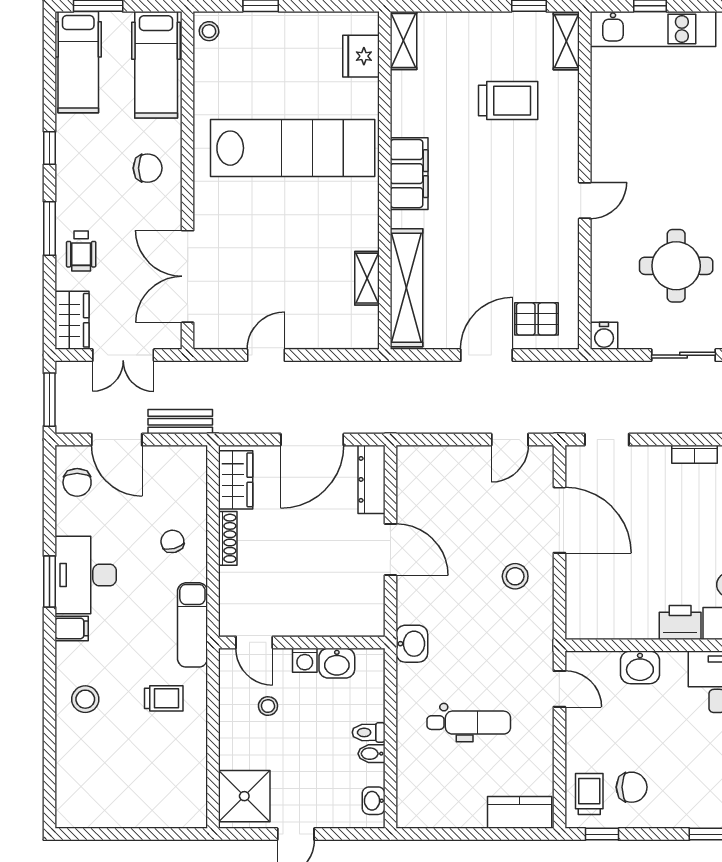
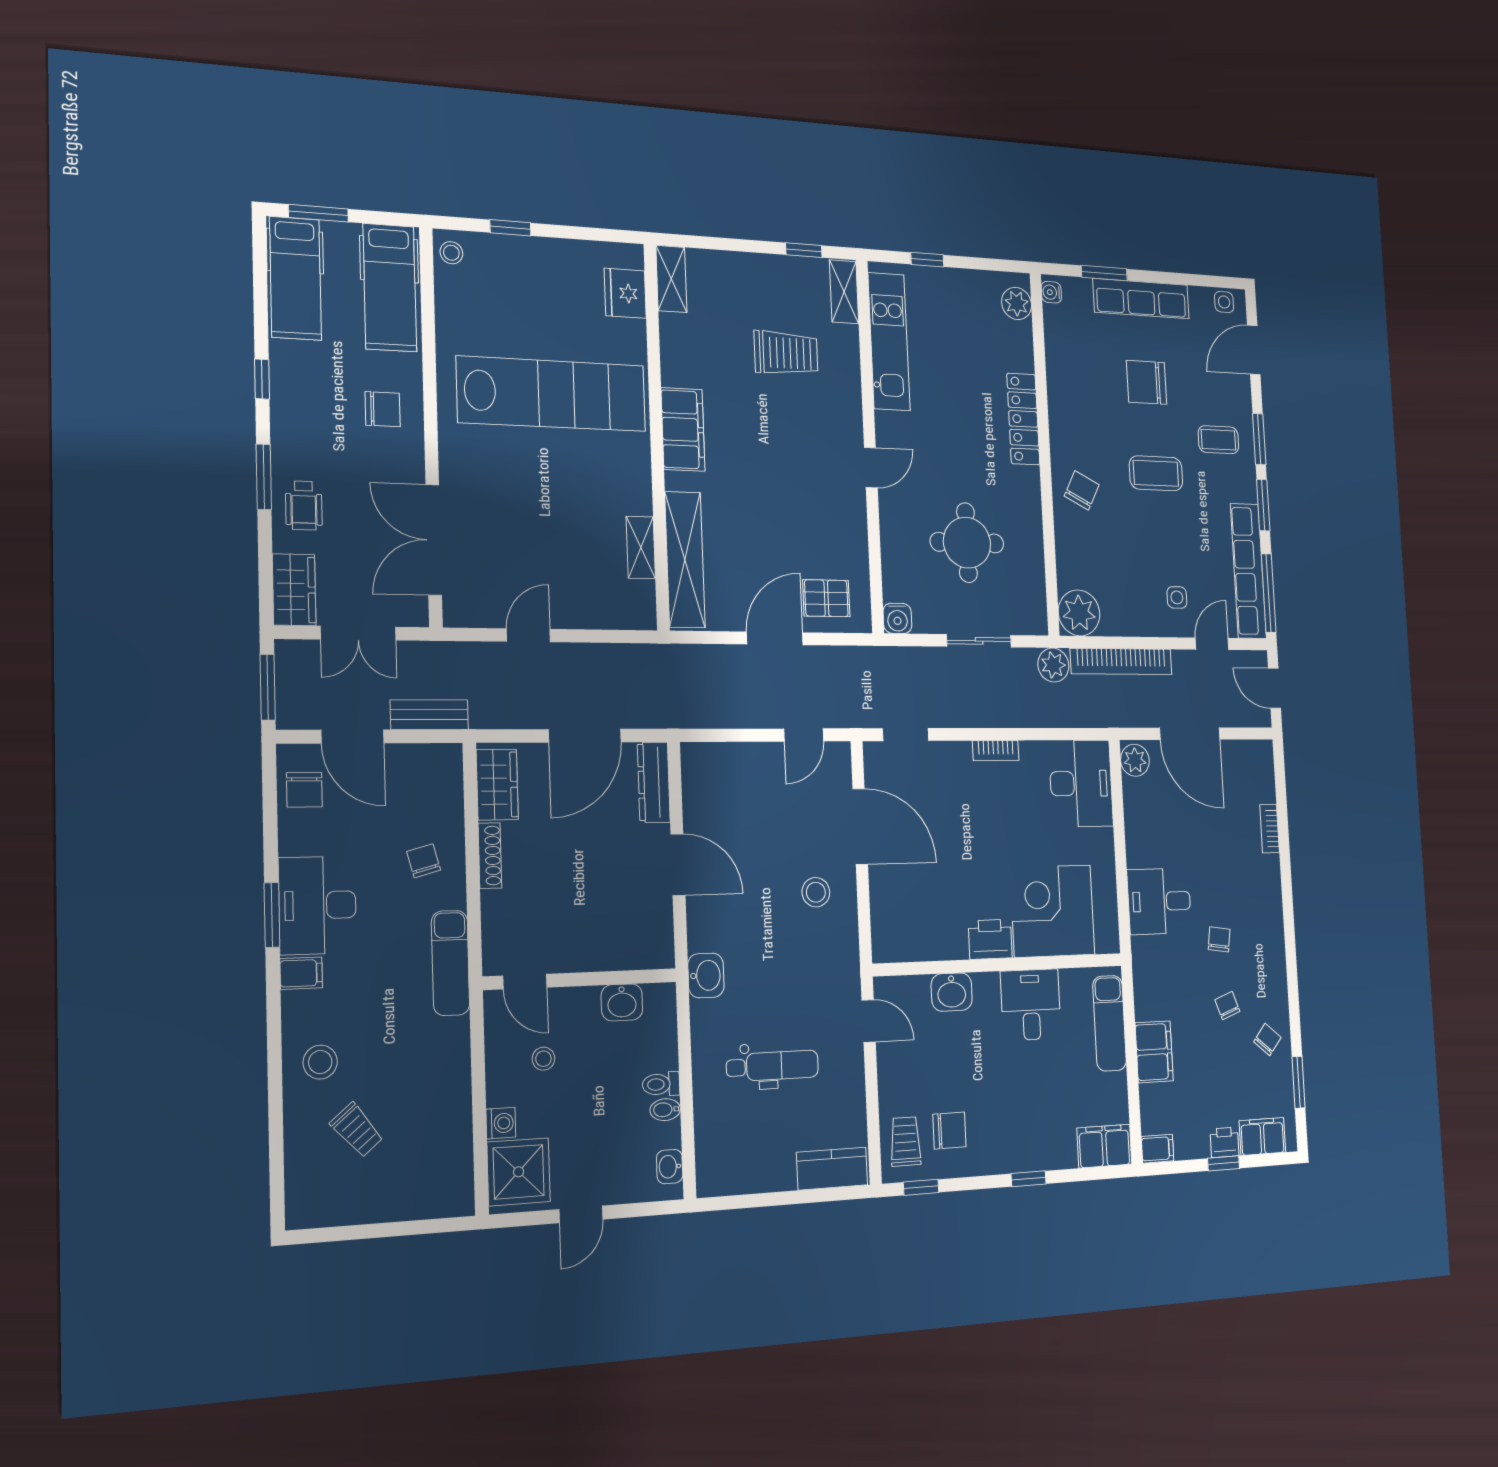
kitchen unit: (653, 29) -> (889, 342), moved, turned -90
washing machine: (305, 660) -> (501, 1123), moved, turned -90
trolley: (164, 698) -> (357, 1130), moved, turned 50

